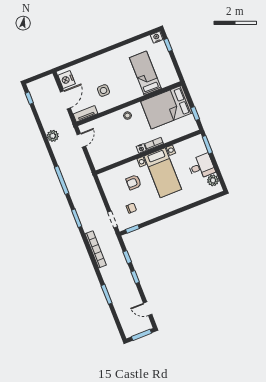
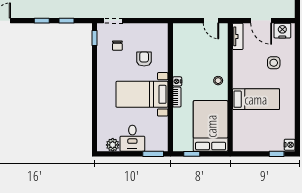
bed: (145, 73) -> (256, 99), moved
side table: (103, 90) -> (274, 63), moved

